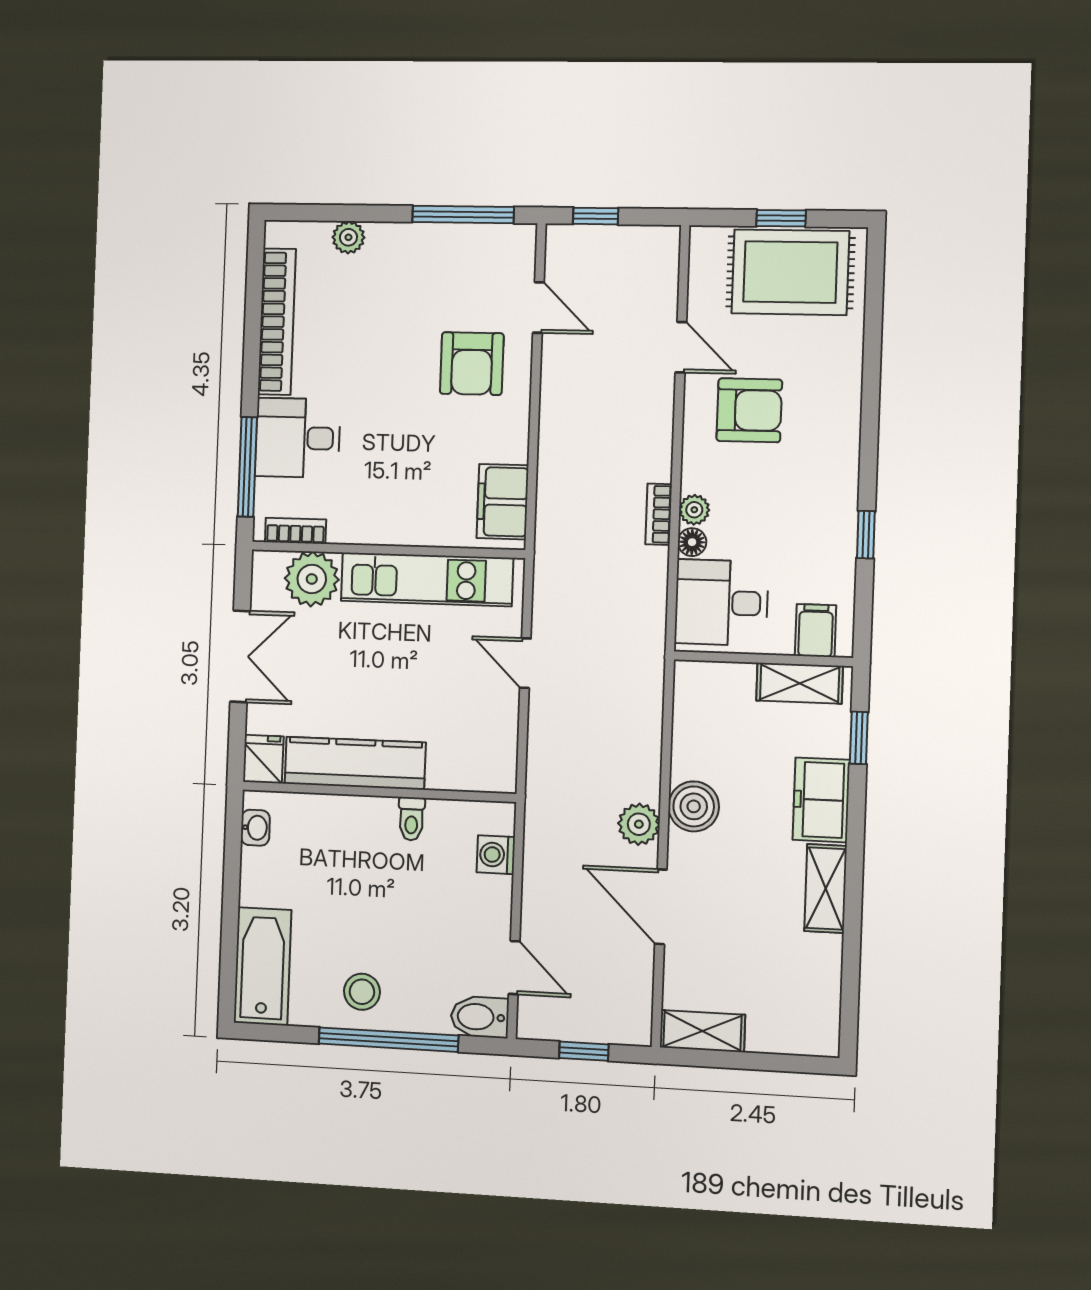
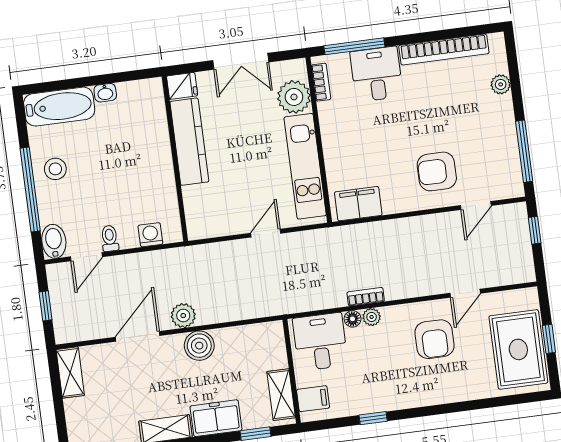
toilet: (411, 819) -> (110, 238), moved, turned 90
washbasin: (255, 828) -> (105, 93), moved

